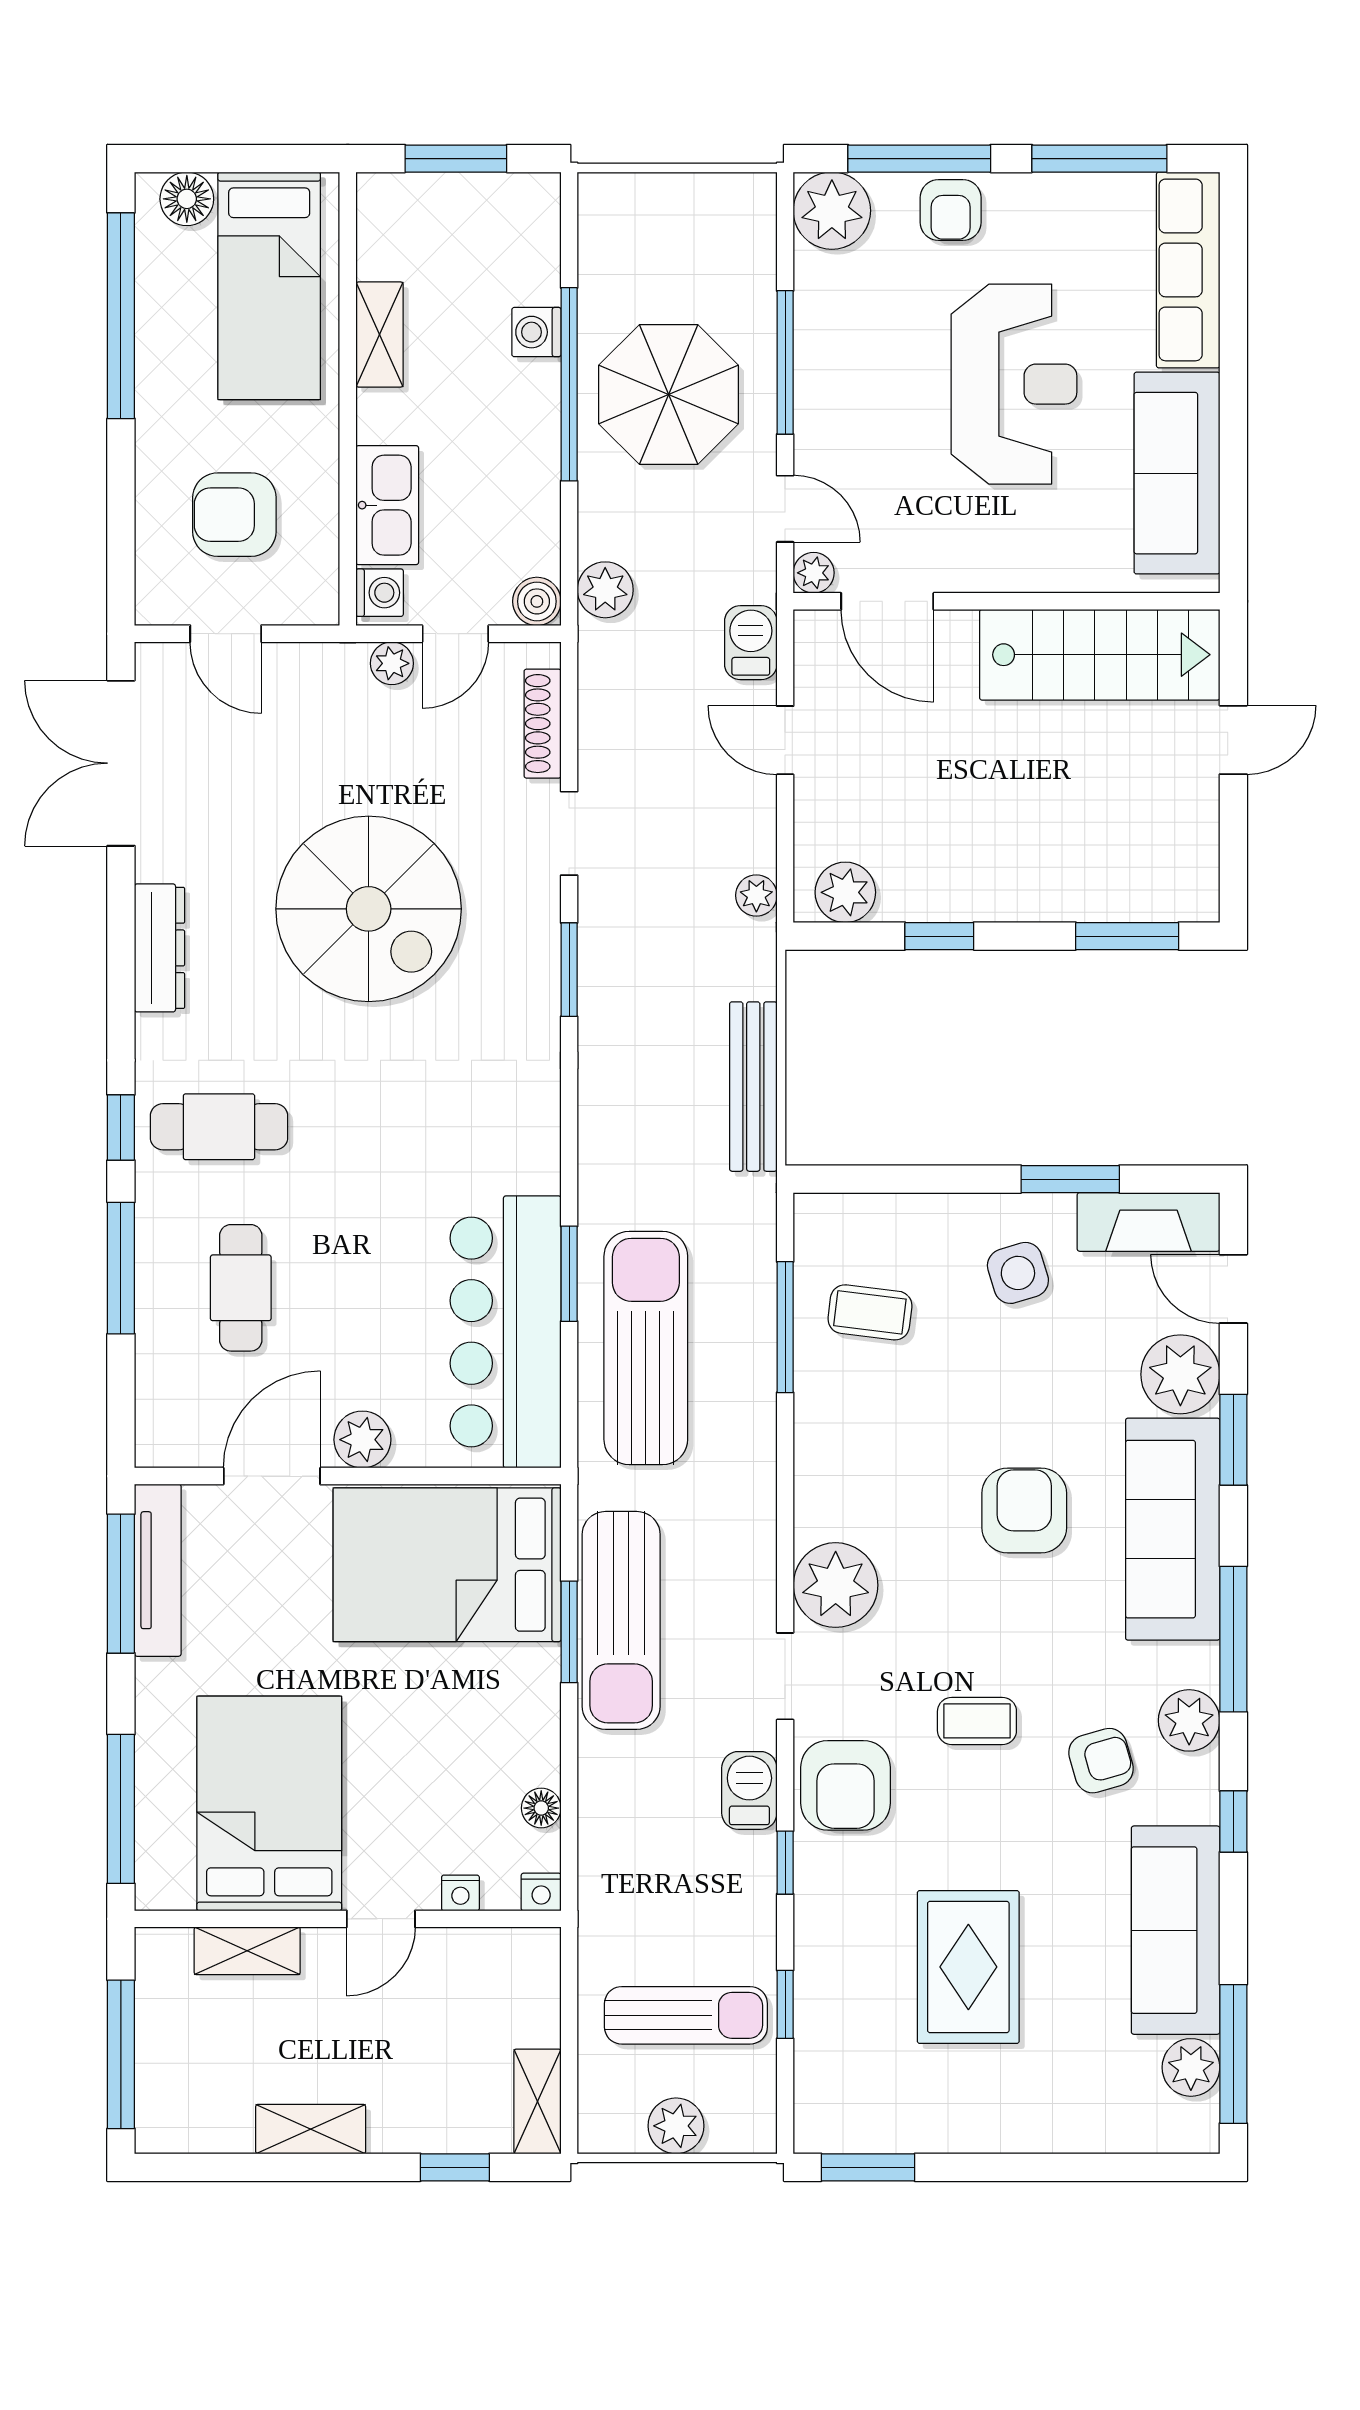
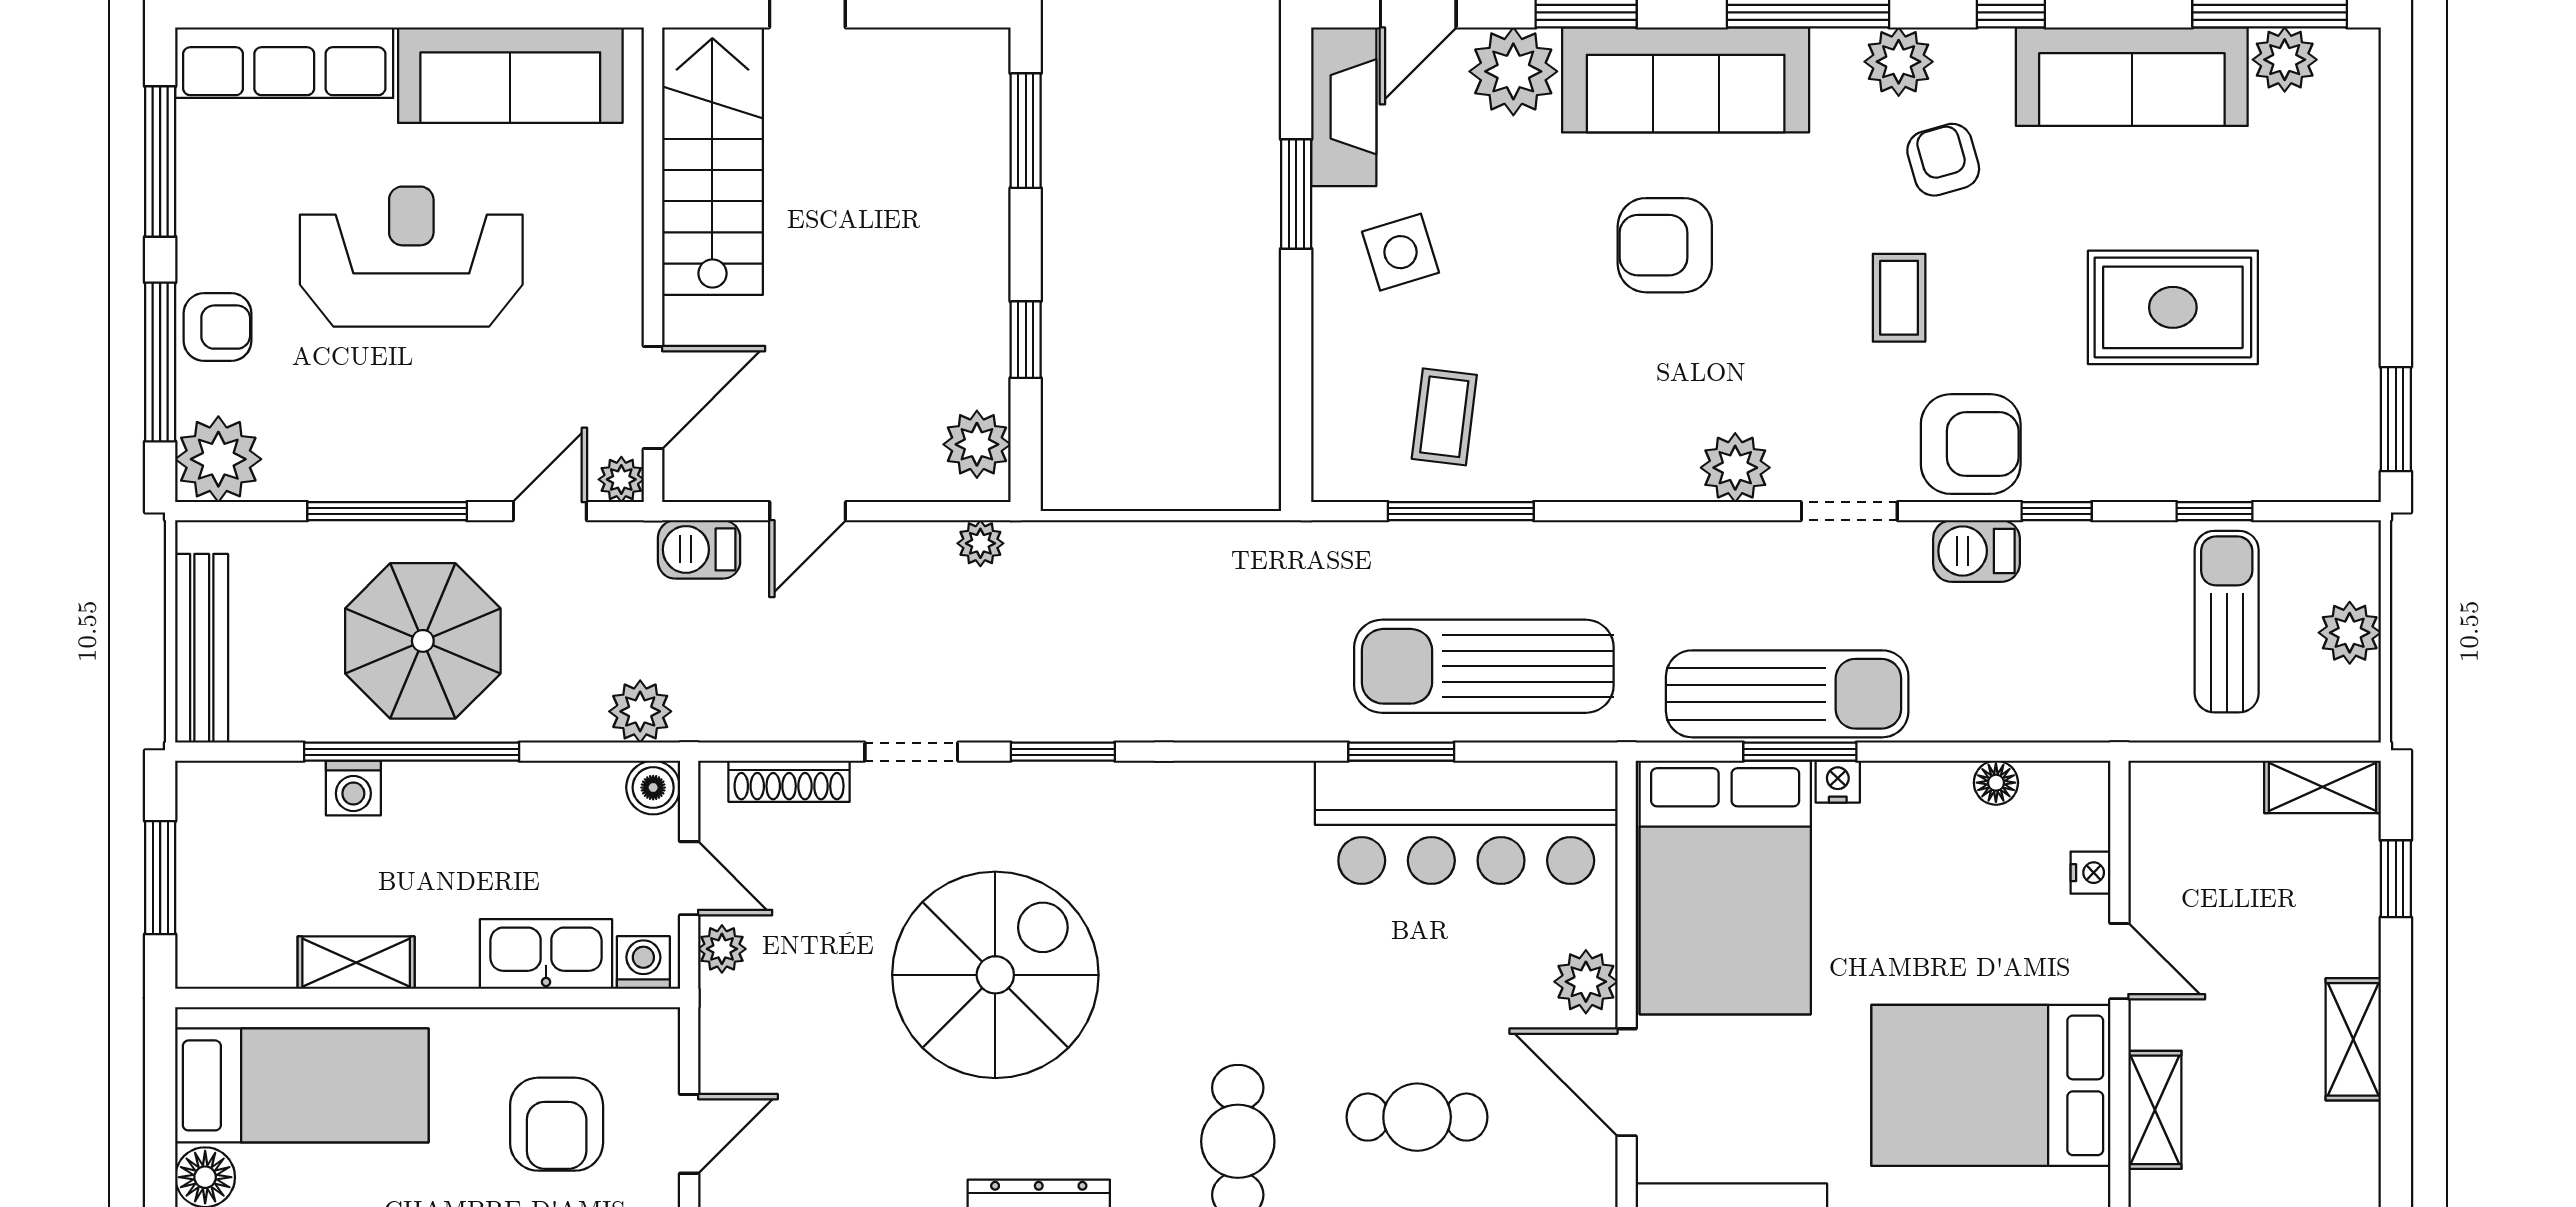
bench: (753, 1087) -> (202, 648), moved, turned 90
plant: (836, 1585) -> (1735, 468), width x0.73, depth x0.73
nightstand: (541, 1892) -> (1838, 782), moved, turned -90

